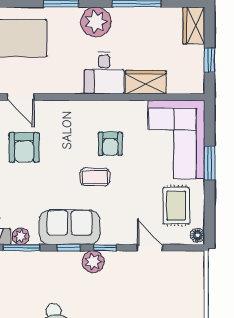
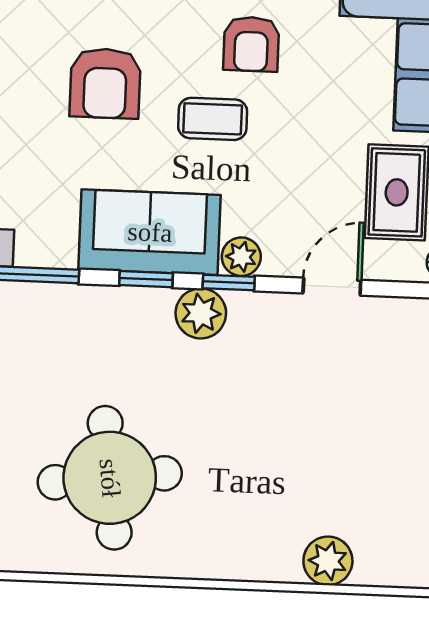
armchair: (24, 147) -> (105, 83), moved
plant: (21, 236) -> (241, 257), moved
door: (150, 248) -> (332, 287), hinge flipped

